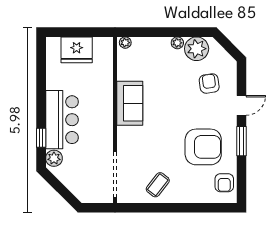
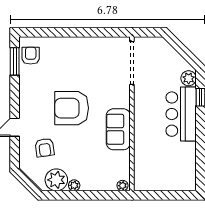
fridge: (77, 50) -> (168, 179), removed
window: (242, 141) -> (15, 61), moved
armchair: (203, 147) -> (72, 108), moved
coffee table: (158, 185) -> (92, 54), removed

